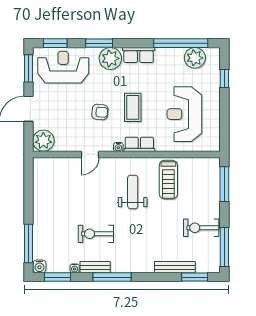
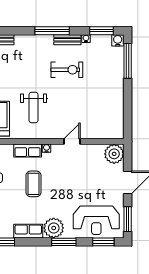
armchair: (100, 112) -> (63, 180), removed

